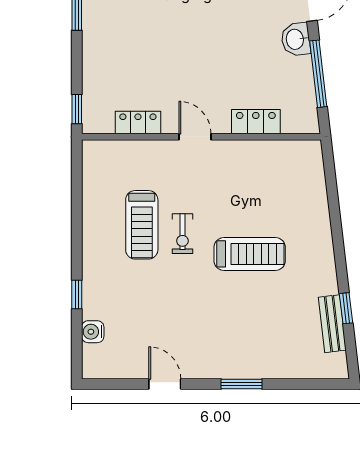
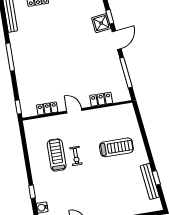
washbasin: (296, 39) -> (113, 59), removed
treadmill: (142, 225) -> (57, 155), turned 180
treadmill: (250, 254) -> (116, 147), moved
bench: (332, 324) -> (150, 181), width x1.36

